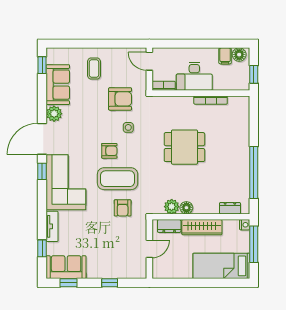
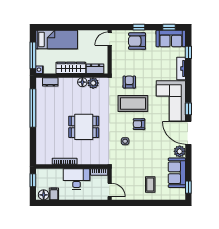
armchair: (120, 99) -> (137, 41), moved
door: (42, 139) -> (188, 133), swing flipped
door: (149, 249) -> (110, 39), moved

